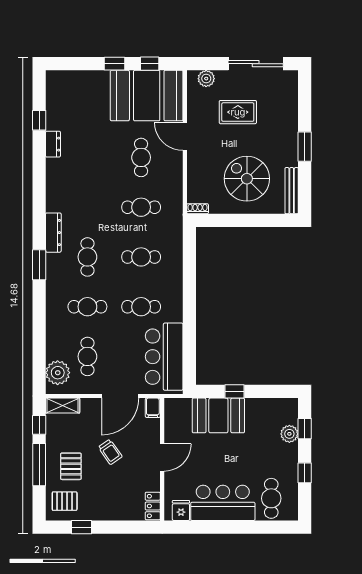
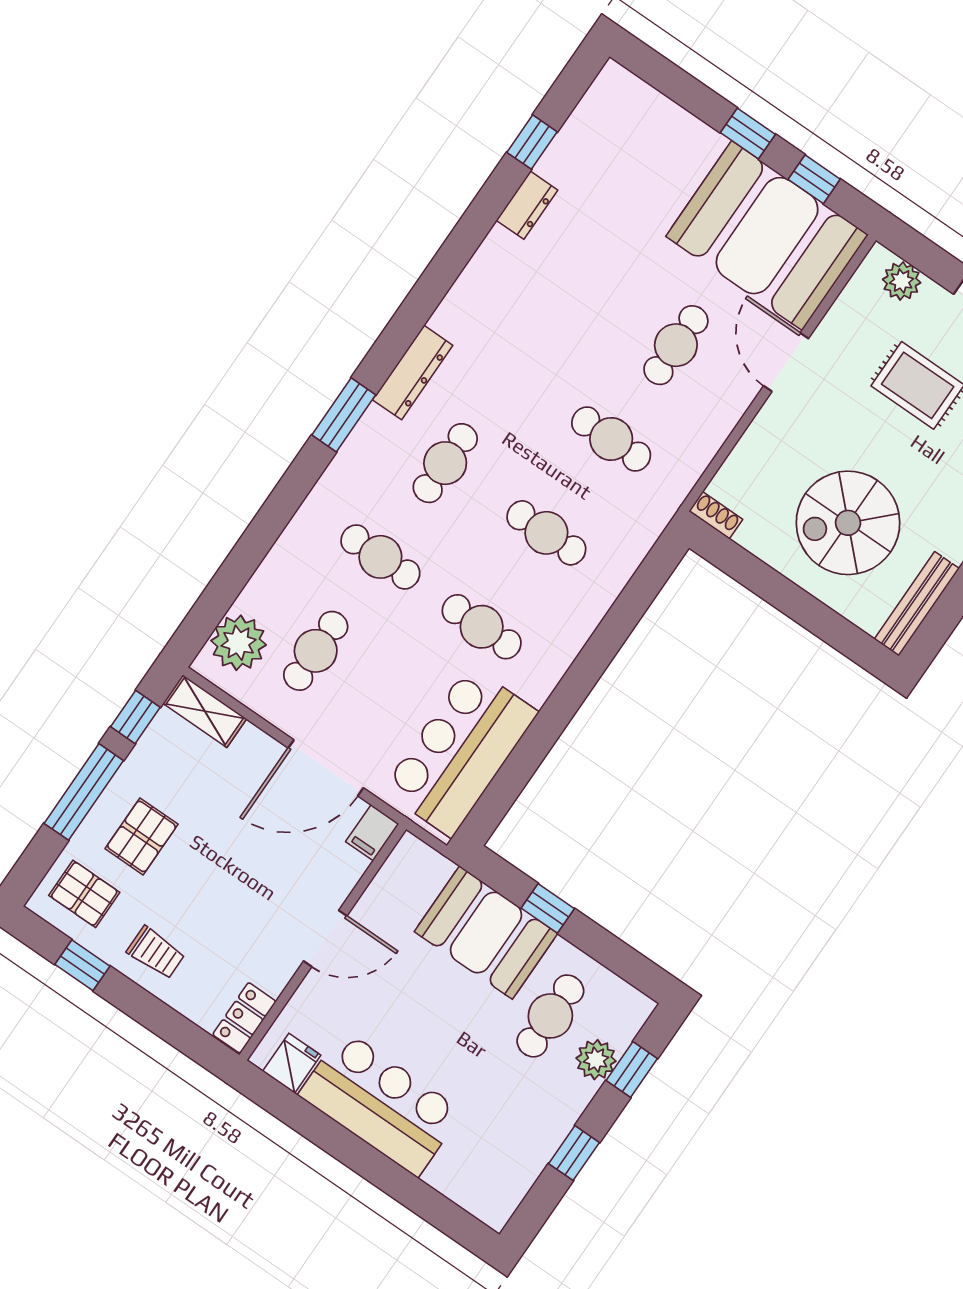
spiral stairs: (247, 179) -> (848, 523), turned -90
trolley: (110, 452) -> (156, 953), moved, turned -55
cafe table: (271, 498) -> (550, 1016), moved

